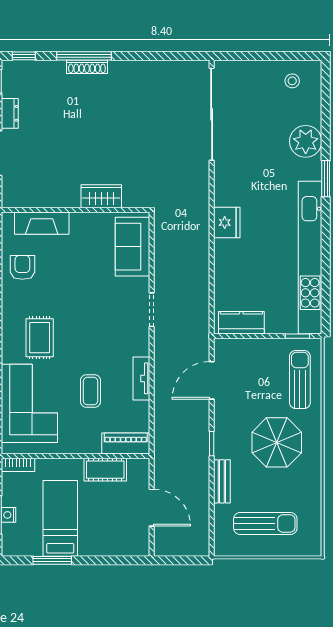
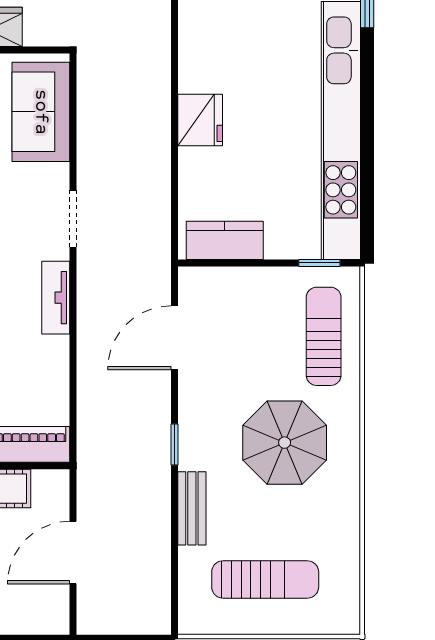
fridge: (227, 222) -> (200, 120), moved
tv unit: (141, 378) -> (56, 298), moved
door: (152, 508) -> (73, 553), swing flipped

